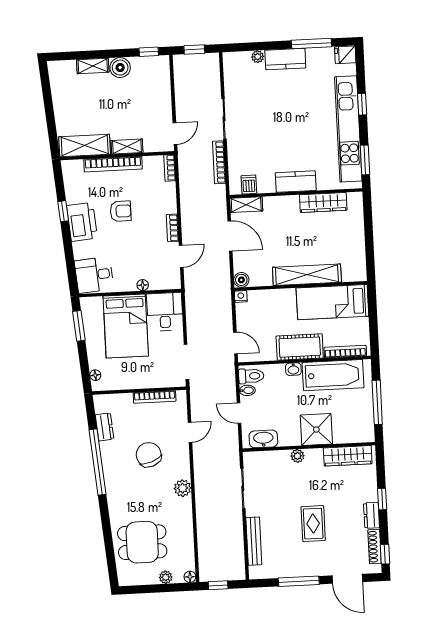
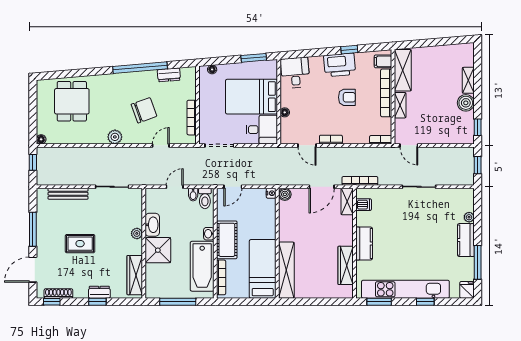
bookcase: (219, 162) -> (360, 181), moved
filing cabinet: (75, 170) -> (383, 61), added
armchair: (121, 211) -> (347, 97), turned -90
shelving: (307, 275) -> (286, 270), moved
door: (190, 432) -> (161, 145), swing flipped
washbasin: (263, 439) -> (152, 225), moved
dresser: (372, 515) -> (99, 292), moved
plant: (166, 577) -> (42, 119), removed

